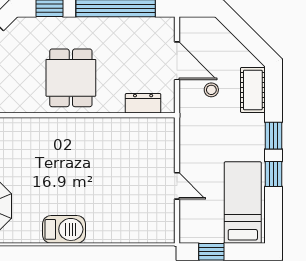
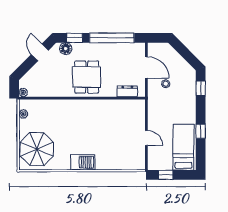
floor lamp: (34, 27) -> (66, 49), added
cot: (253, 90) -> (189, 84), removed
window: (273, 136) -> (201, 88), moved

